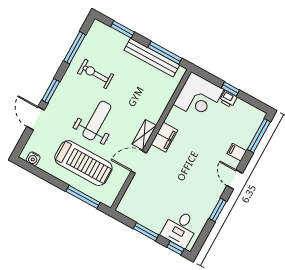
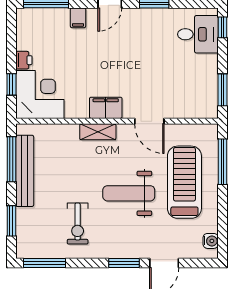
window: (75, 48) -> (44, 263), moved
window: (230, 89) -> (11, 84), moved
shelving: (144, 135) -> (98, 132), moved
window: (146, 232) -> (223, 90), moved

